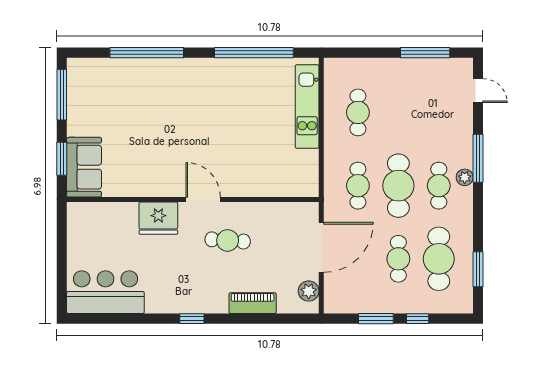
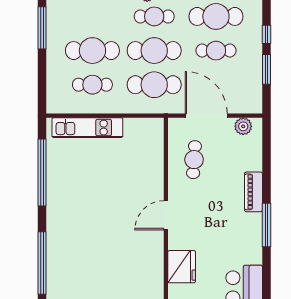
cafe table: (398, 112) -> (92, 51), added
cafe table: (358, 186) -> (154, 85), width x1.37, depth x1.35
fridge: (158, 218) -> (182, 267), moved
cafe table: (228, 240) -> (194, 160), moved
piano: (253, 303) -> (253, 192), moved
window: (192, 319) -> (266, 225), width x2.17

